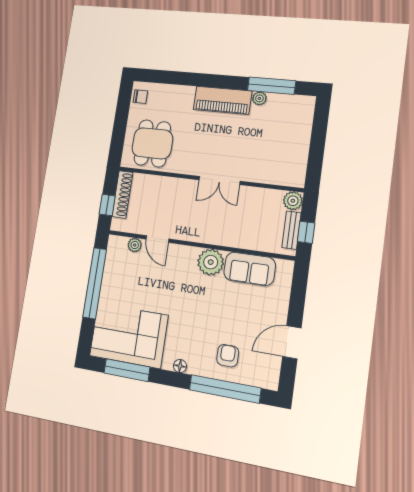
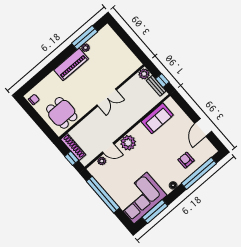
plant: (211, 262) -> (128, 143), moved

